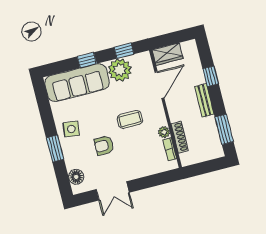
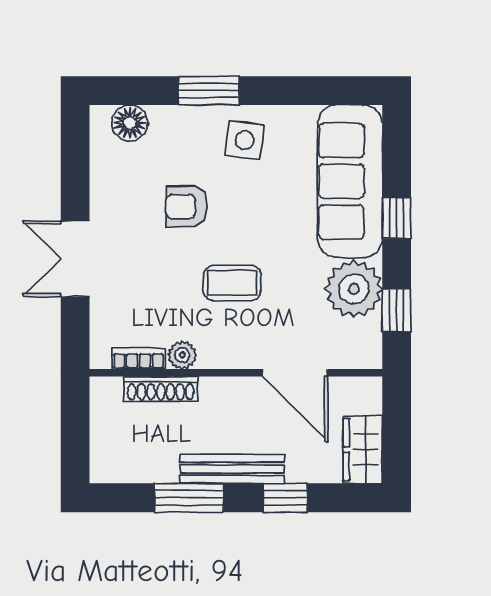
wardrobe: (168, 54) -> (363, 450), moved
bench: (204, 100) -> (232, 469), width x1.36
coffee table: (130, 119) -> (232, 283), turned 90
window: (224, 129) -> (189, 498), moved
armchair: (104, 145) -> (187, 207), turned -90
double door: (113, 191) -> (75, 259), moved

